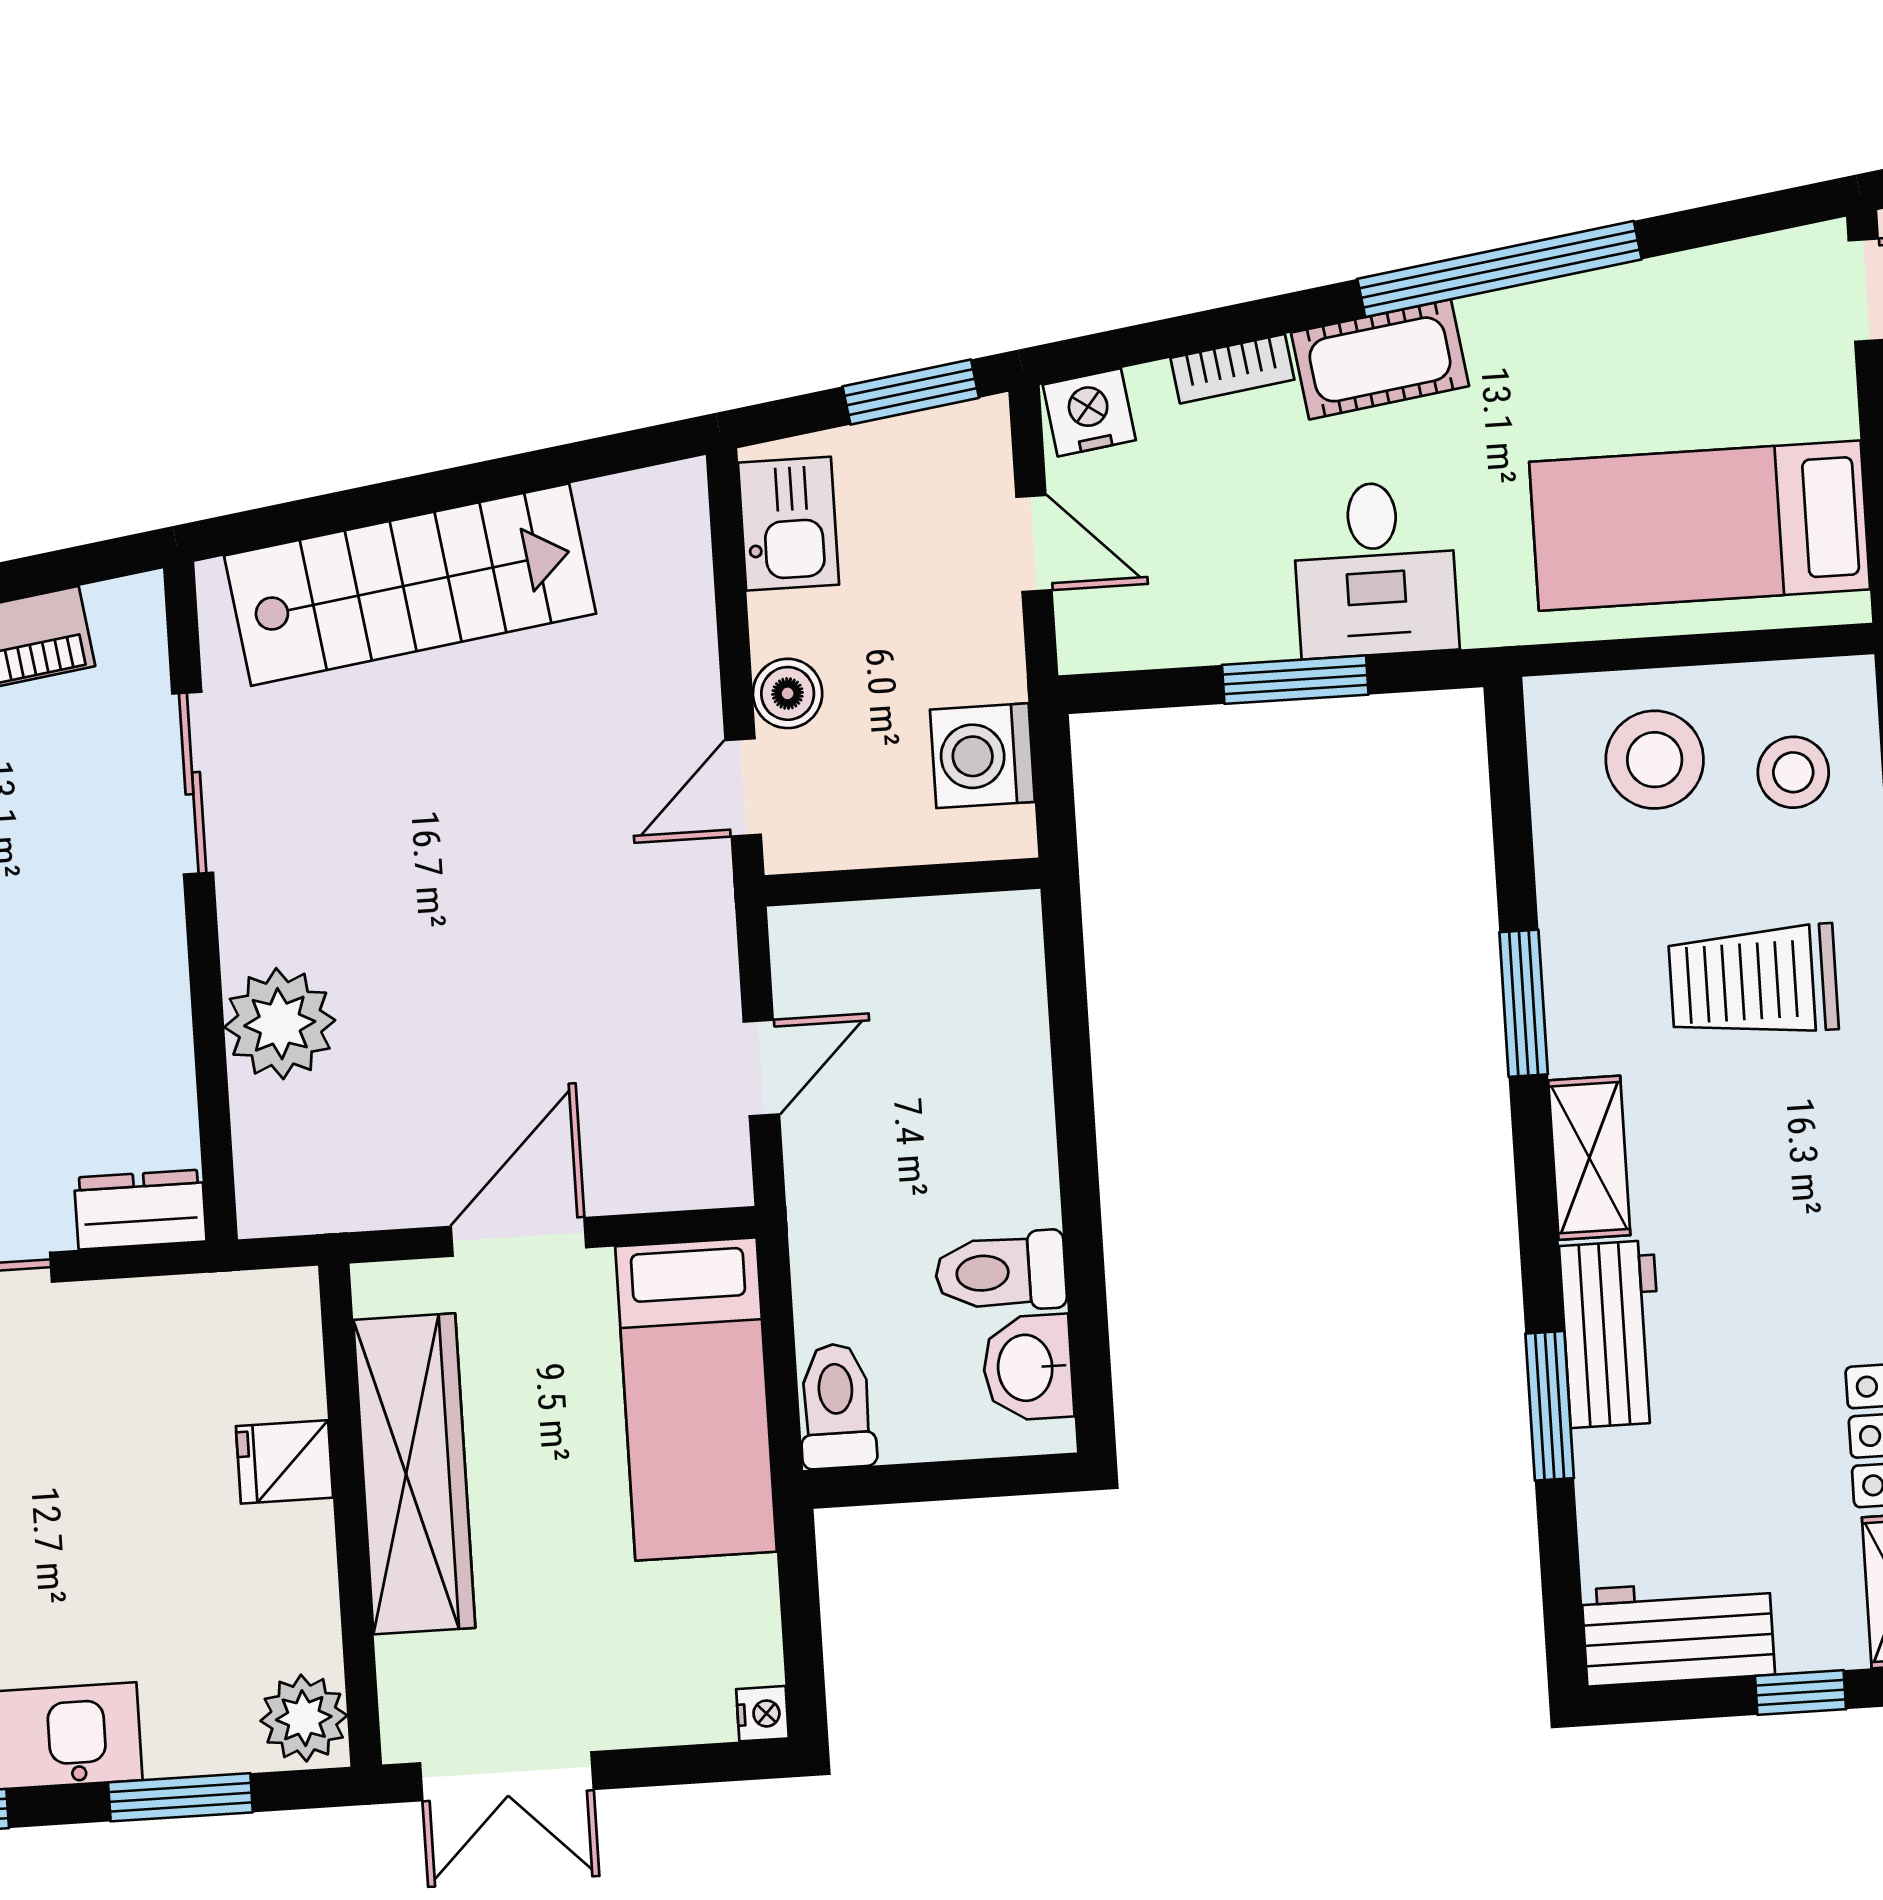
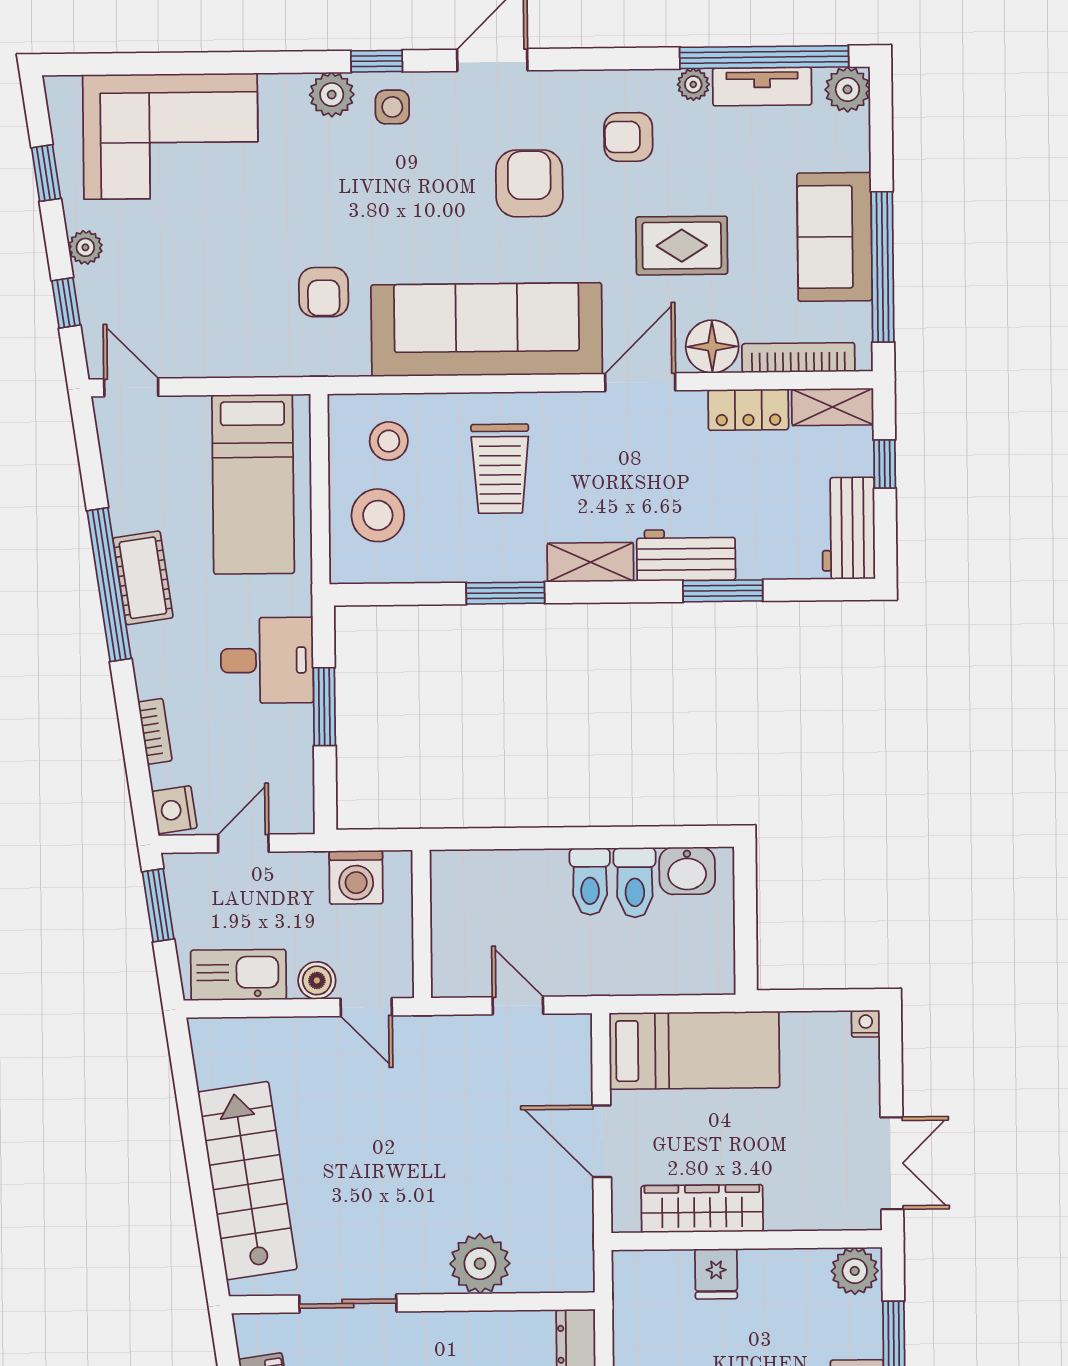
cot: (1380, 359) -> (143, 578), moved
kitchen sink: (788, 524) -> (238, 975), width x1.38
toilet: (837, 1406) -> (590, 882), moved, turned -90
wardrobe: (414, 1474) -> (702, 1209), width x0.71, depth x0.85

